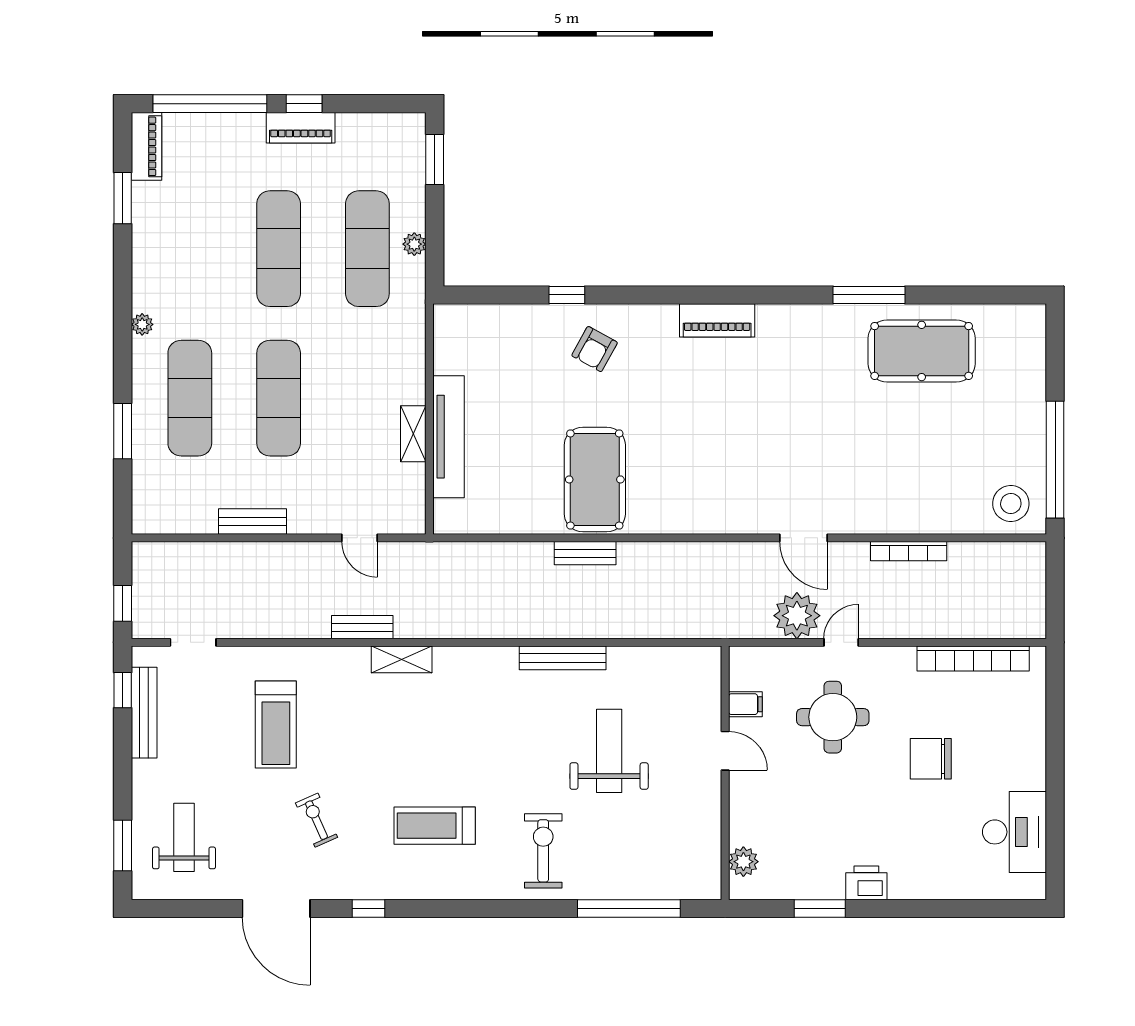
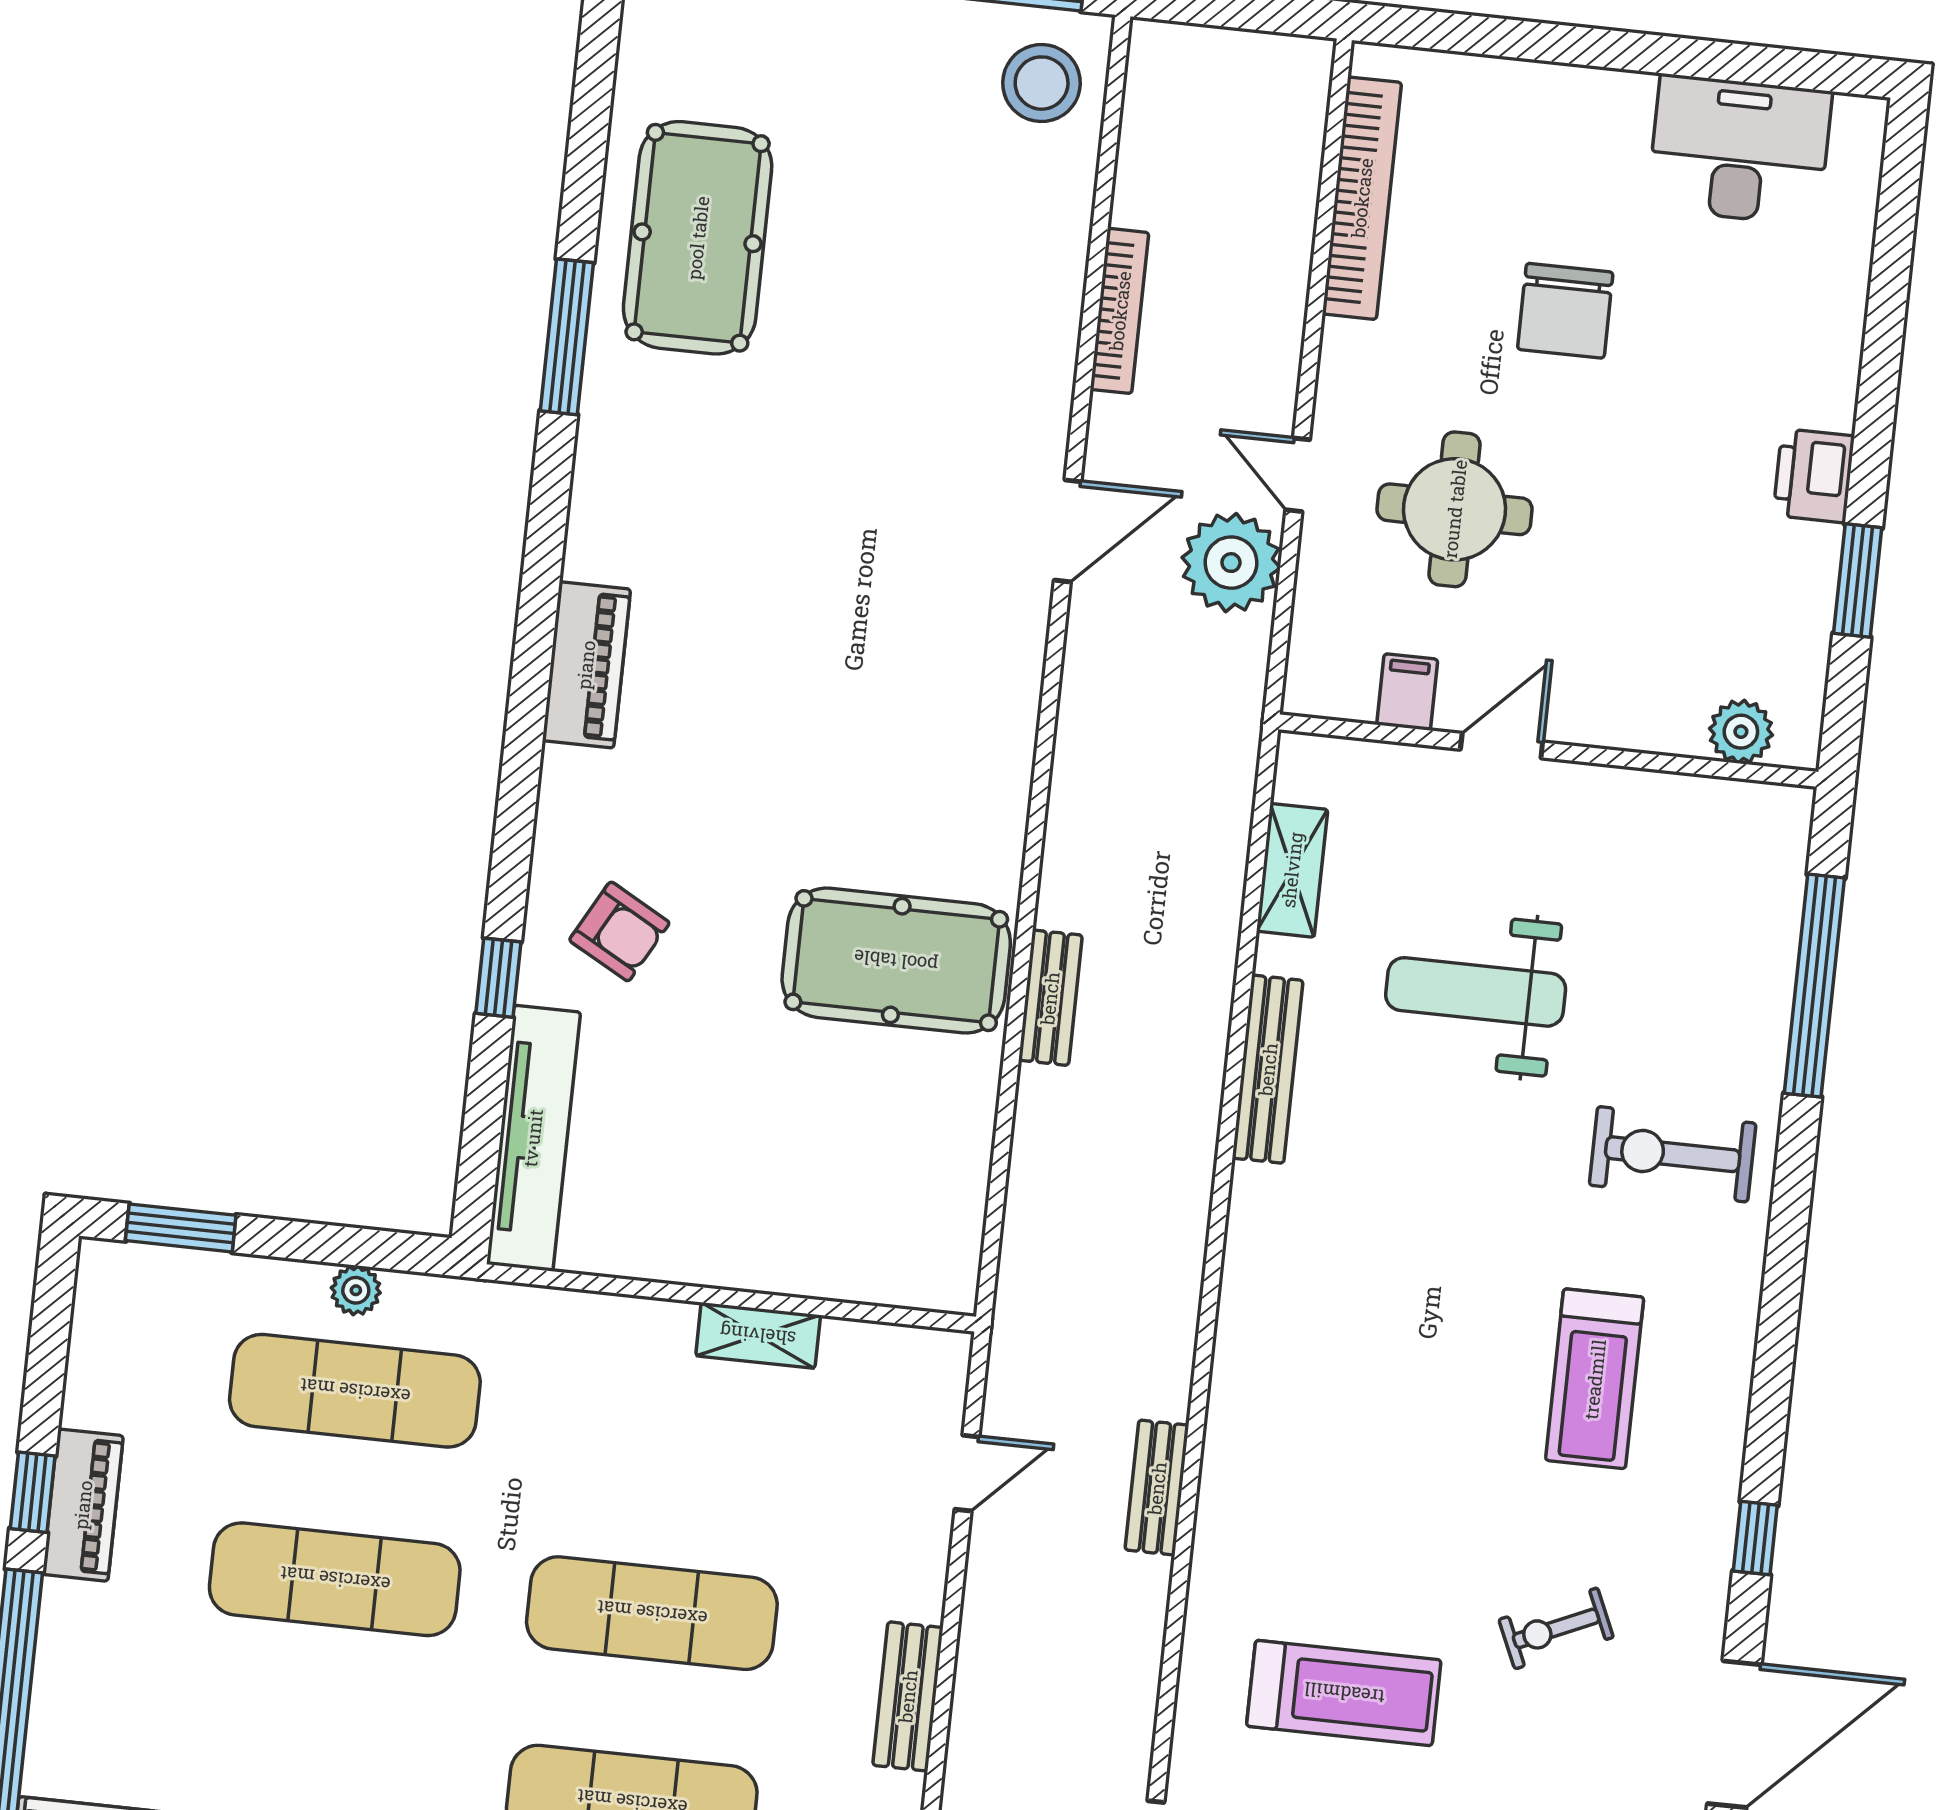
tv unit: (448, 437) -> (533, 1138), moved, turned 90
shelving: (402, 659) -> (1292, 870), moved

